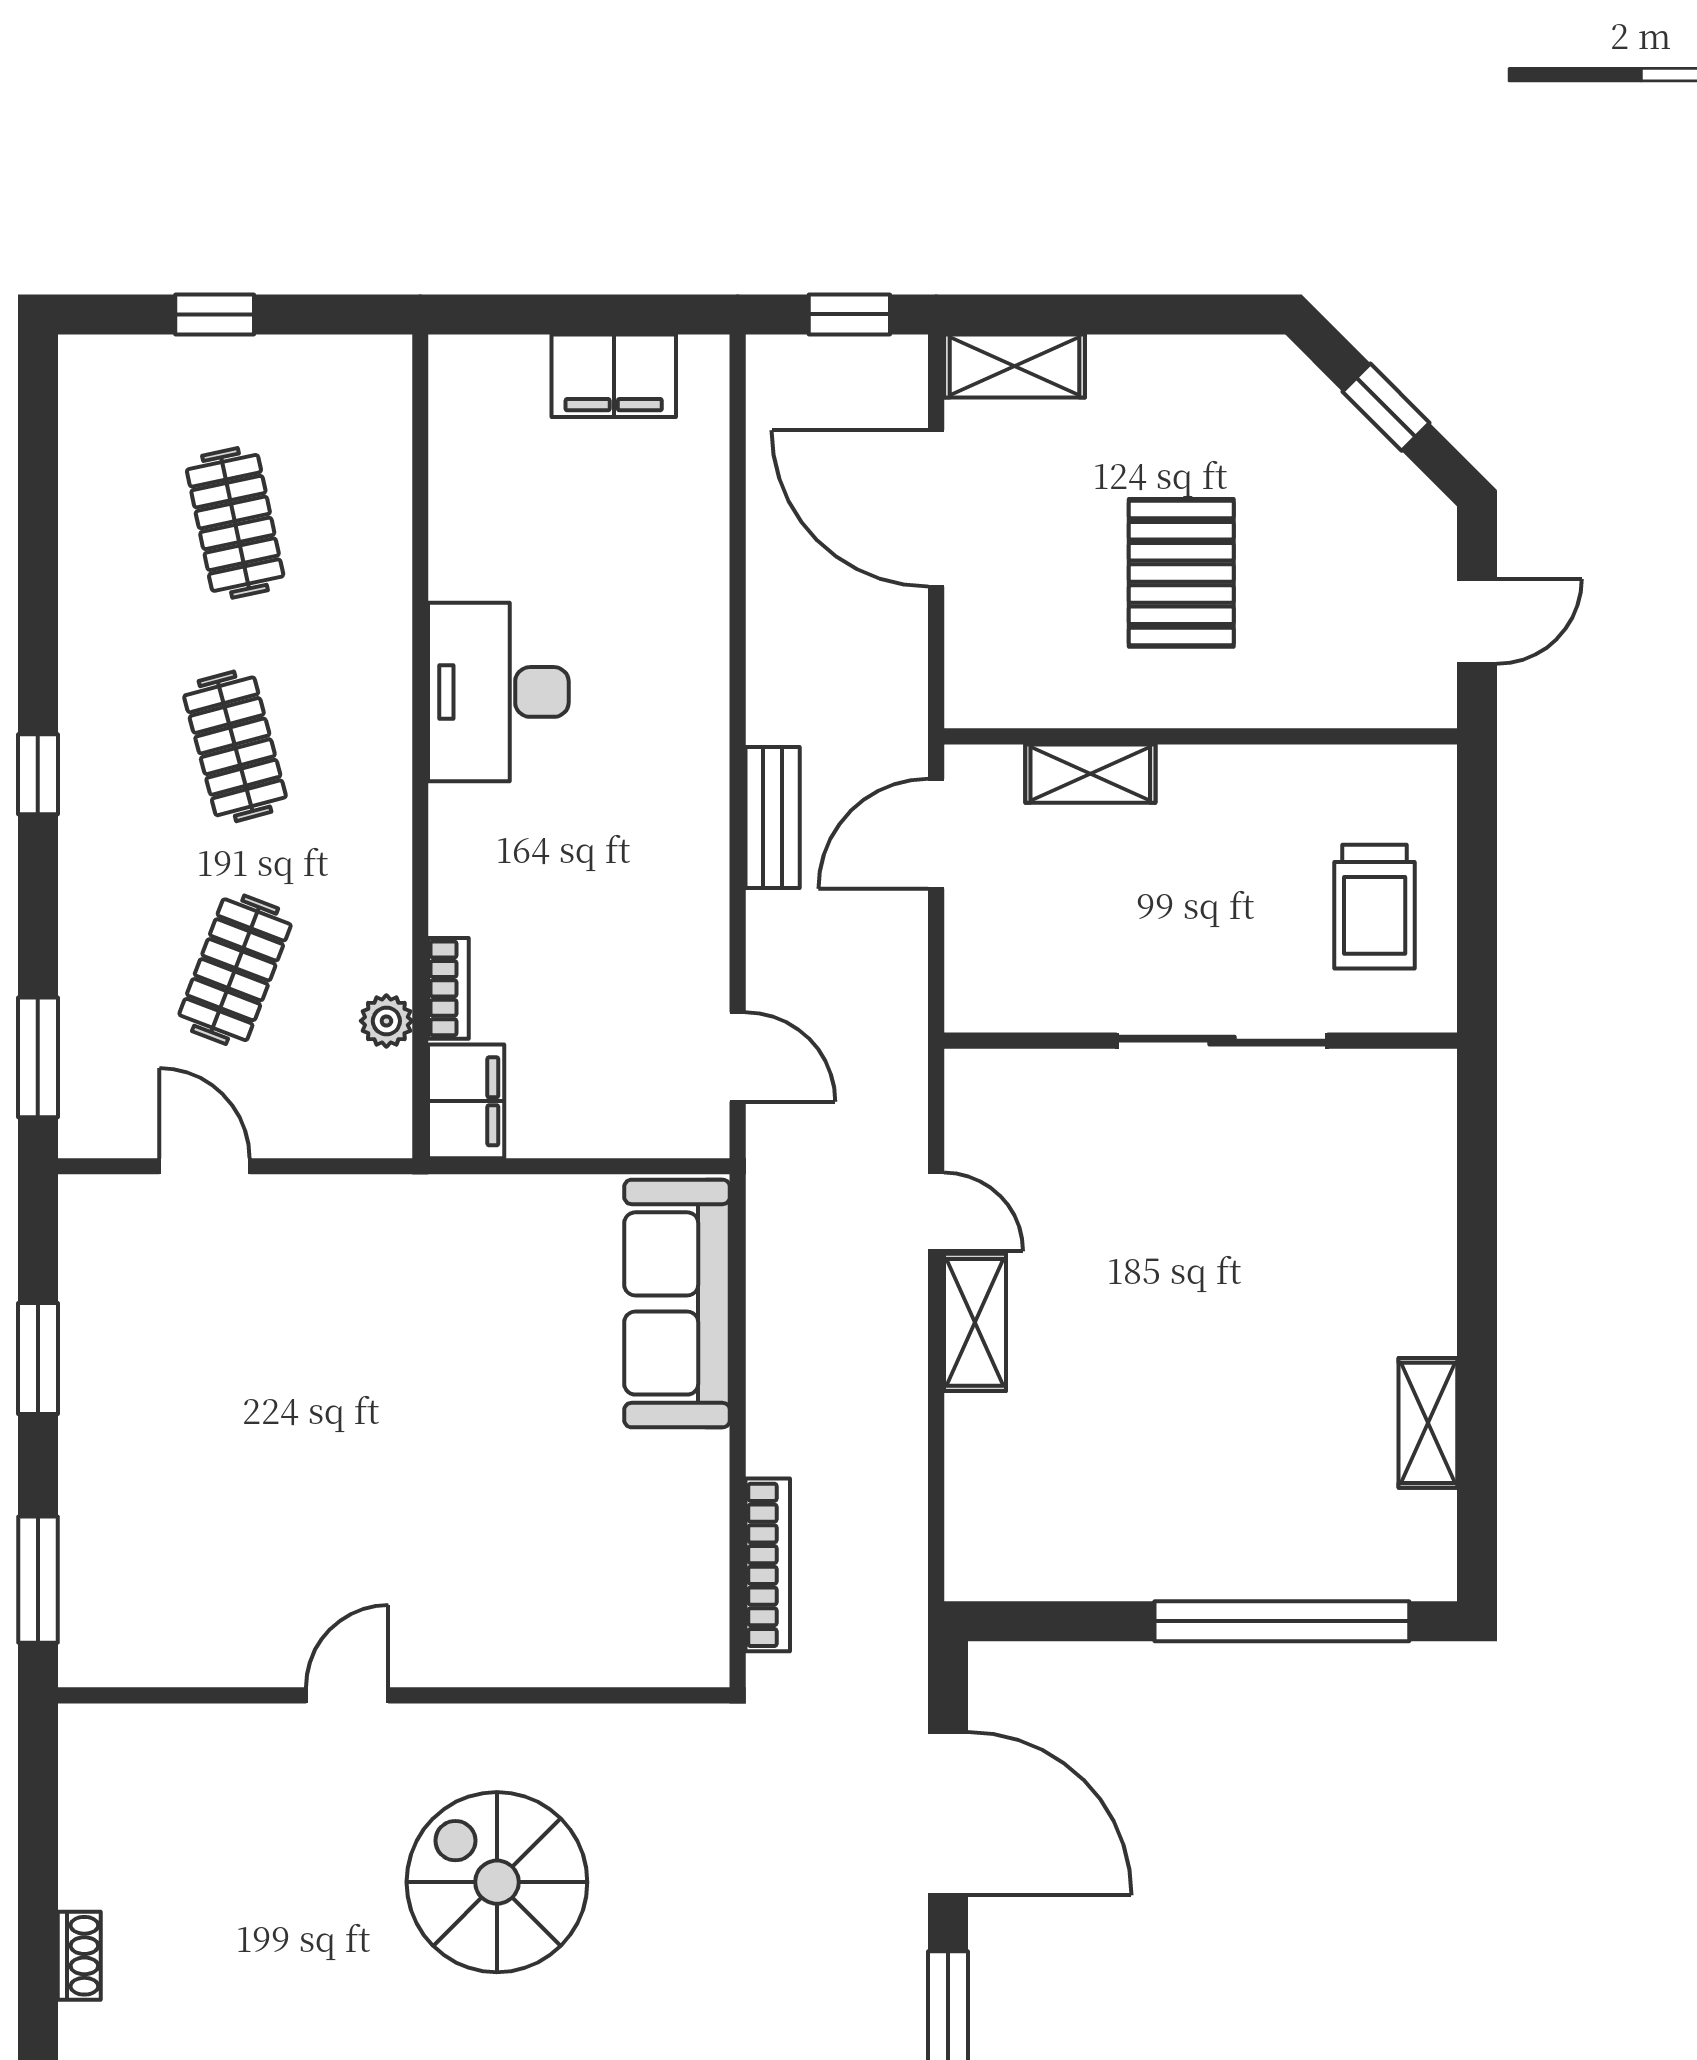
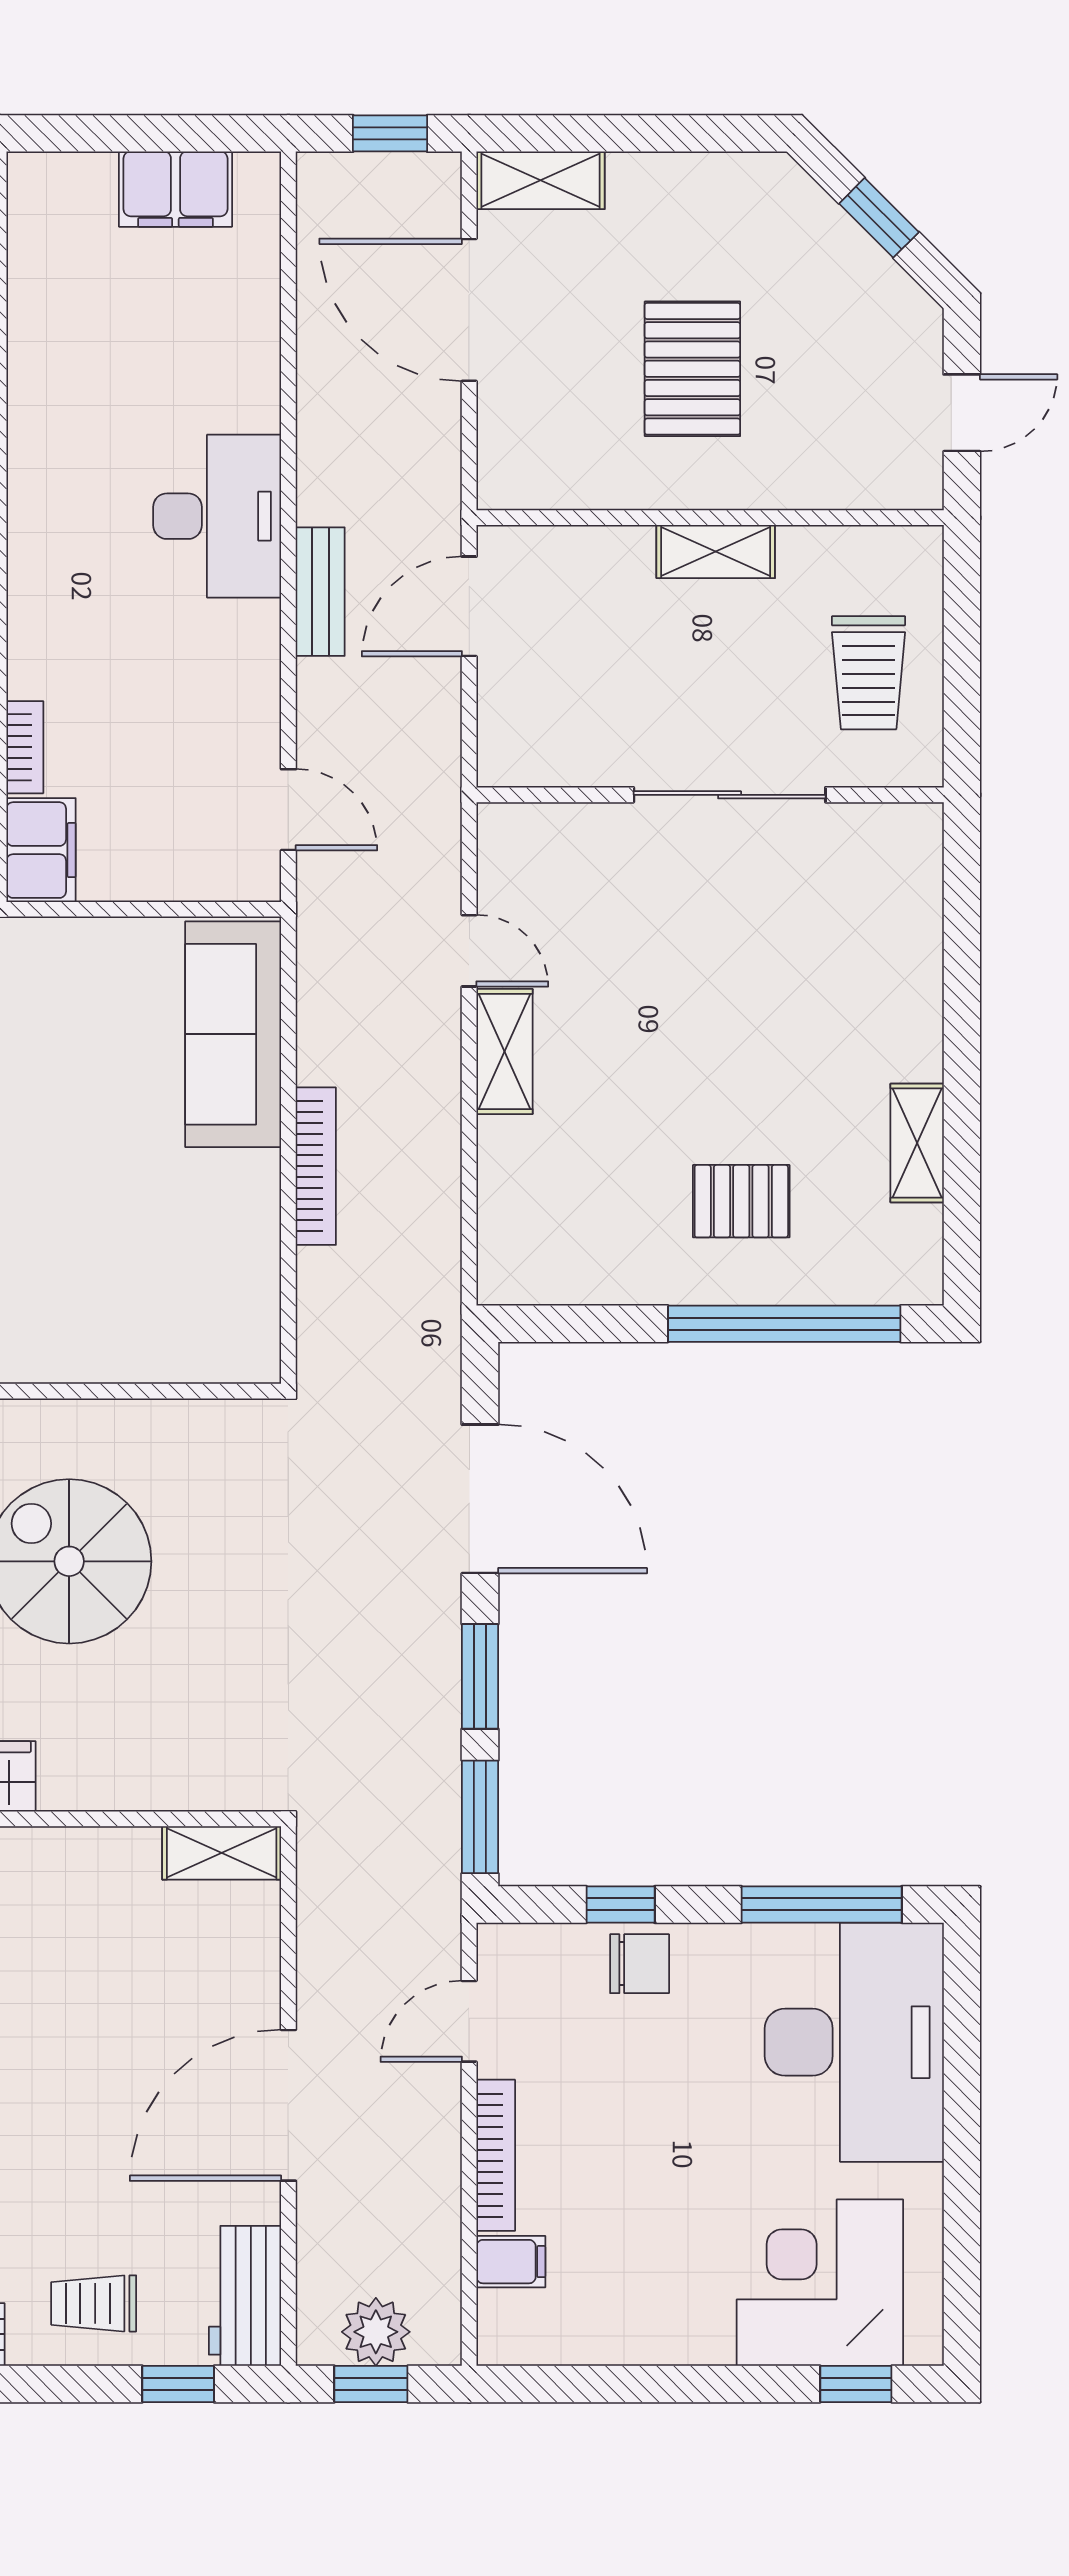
desk: (498, 692) -> (217, 516), moved, turned 180
shelving: (1090, 774) -> (716, 552), moved
pallet: (1235, 1487) -> (741, 1201), added
bookcase: (768, 1565) -> (316, 1166), moved

